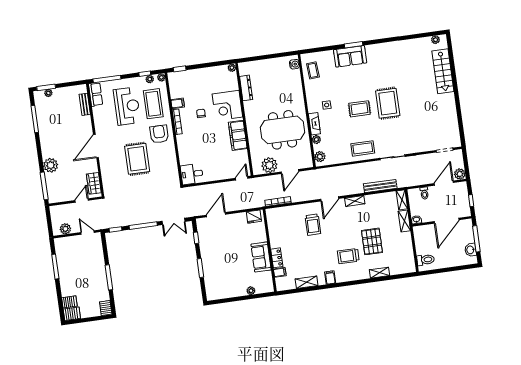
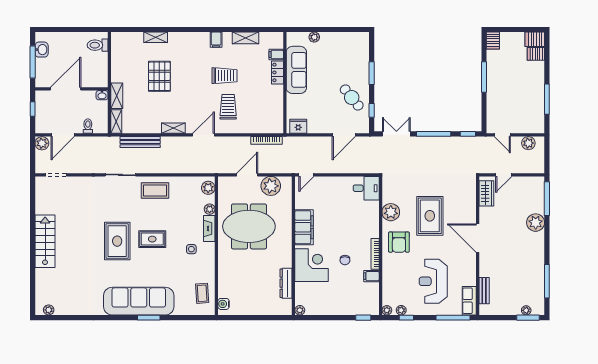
sofa: (350, 56) -> (139, 301), width x1.85, depth x1.27
stairs: (443, 71) -> (45, 241), moved
coffee table: (153, 104) -> (401, 280), removed
door: (96, 146) -> (478, 238), swing flipped
plant: (169, 157) -> (391, 212), added
cafe table: (214, 246) -> (352, 98), added
trolley: (348, 256) -> (224, 76), moved
sofa: (261, 257) -> (296, 70), width x1.36

